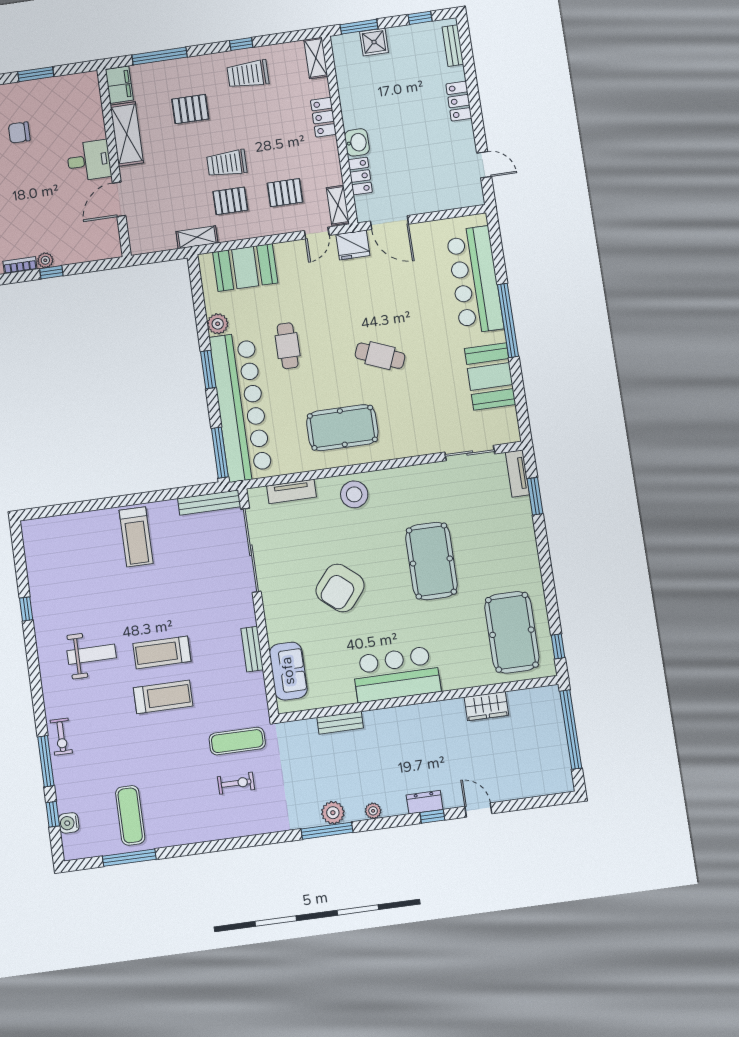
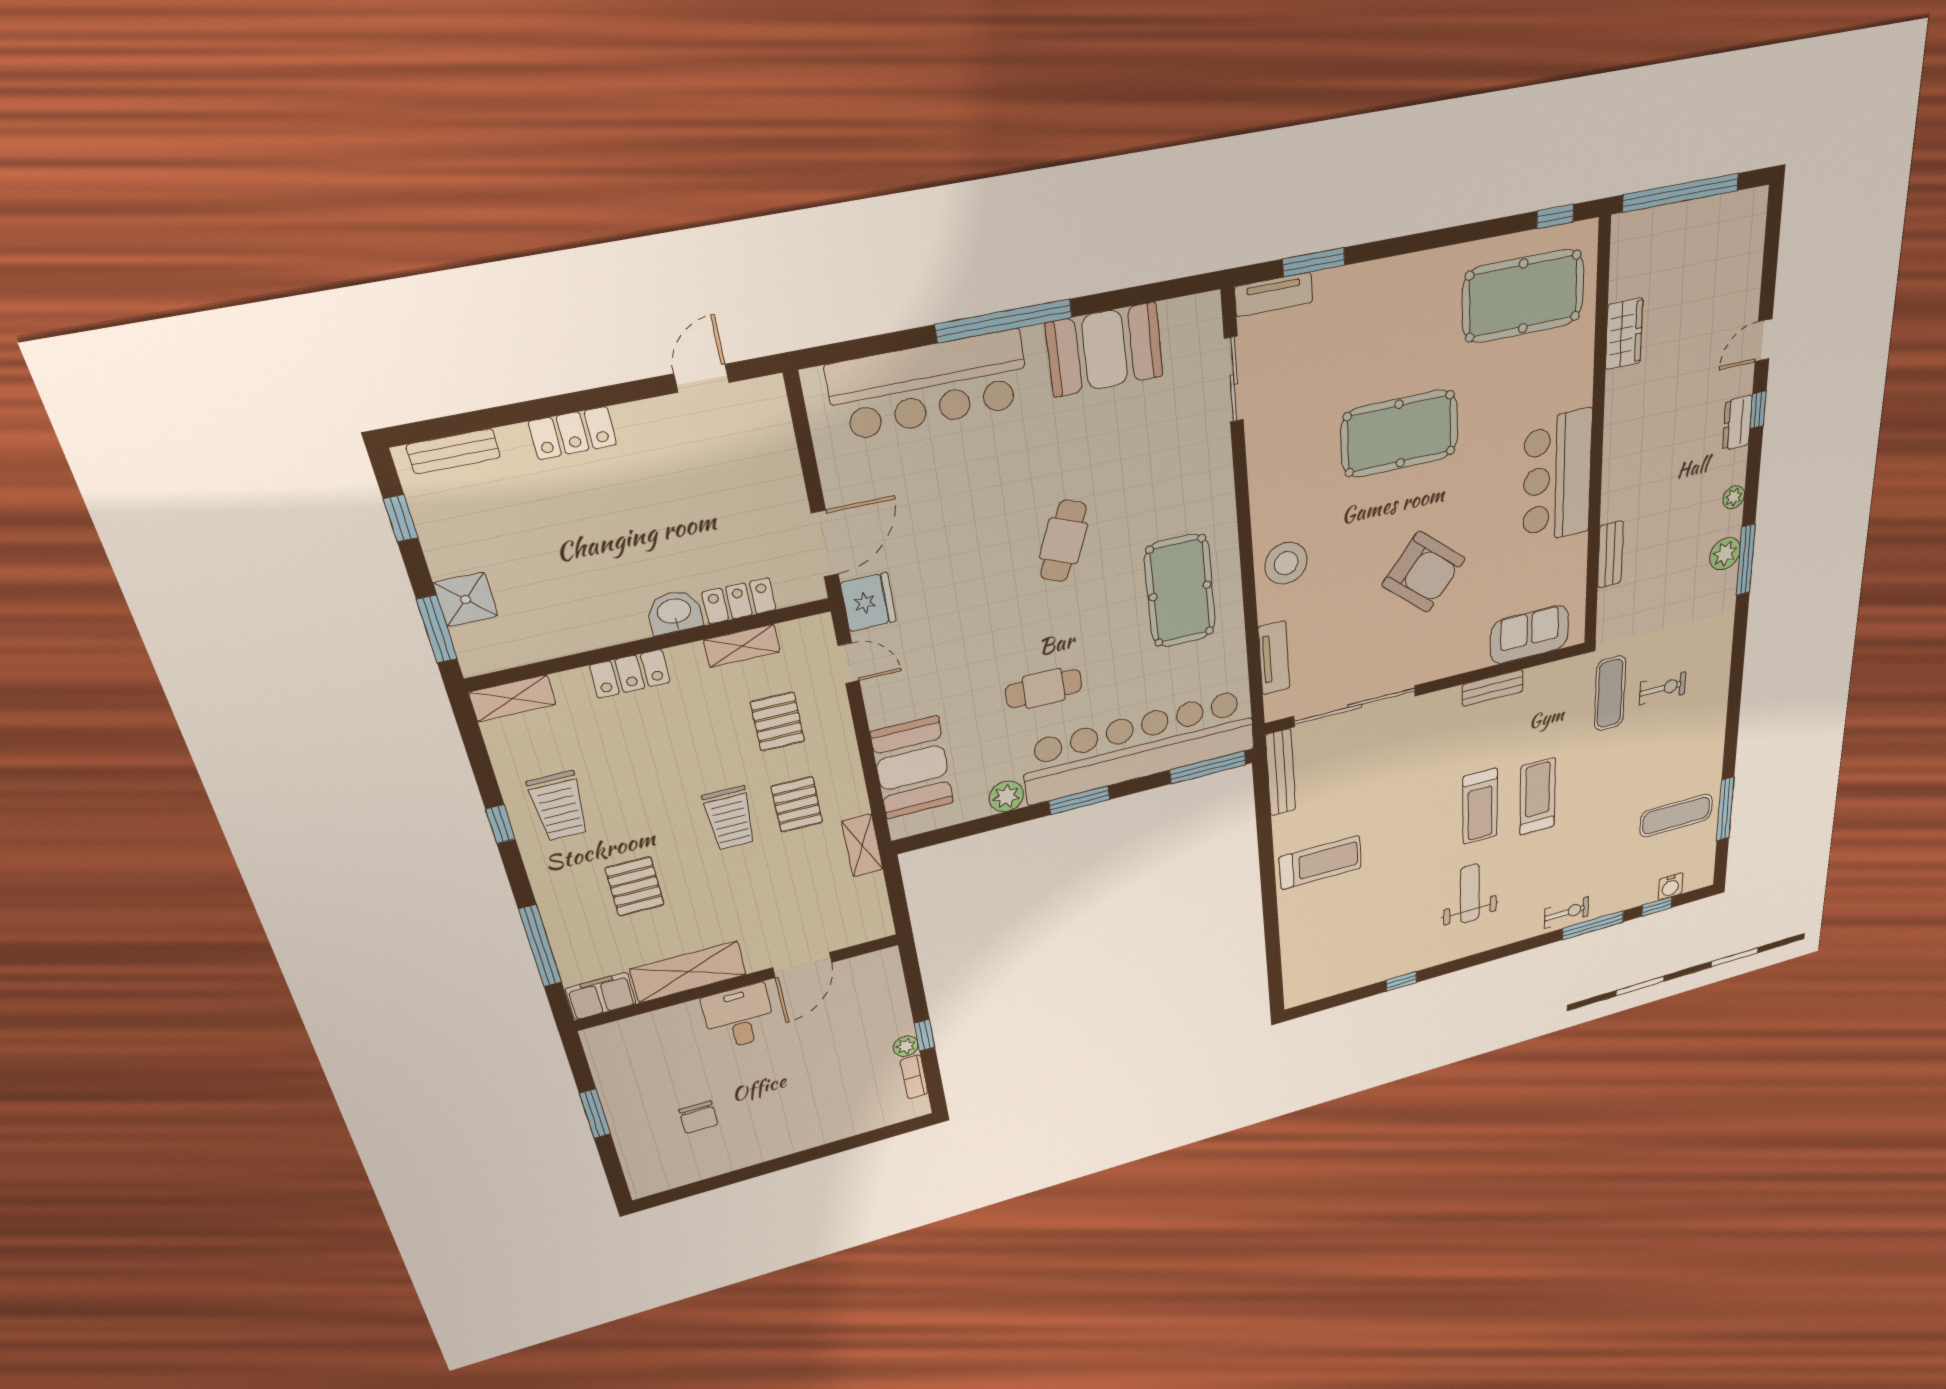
door: (119, 199) -> (802, 965), hinge flipped
shelving: (338, 205) -> (742, 646), moved
exercise bike: (236, 783) -> (1663, 688), turned 91

